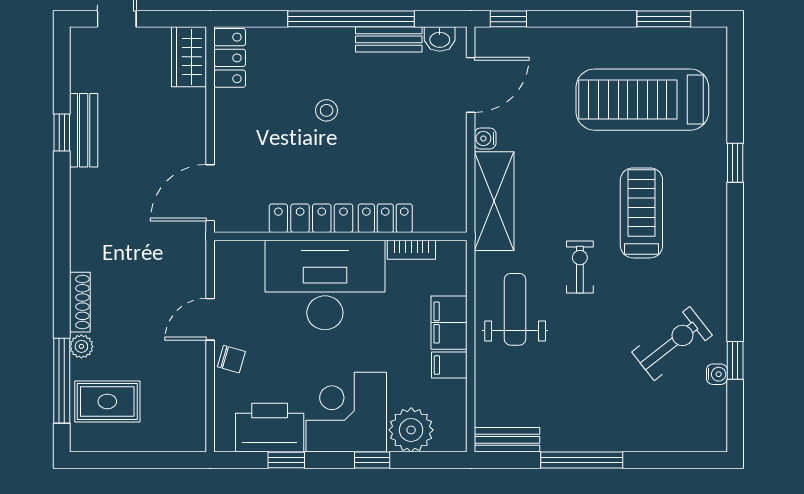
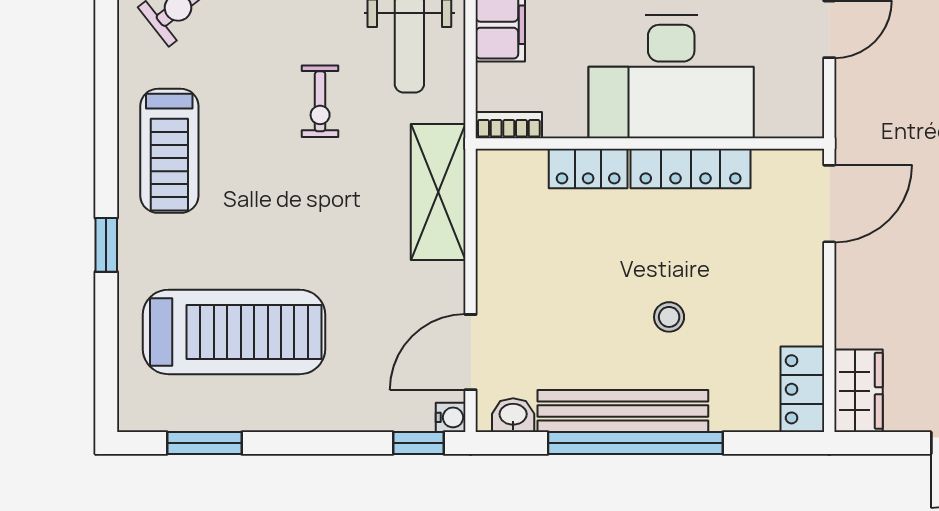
bench: (389, 39) -> (623, 411), width x1.86, depth x1.21
water cooler: (485, 138) -> (451, 417), moved
treadmill: (641, 213) -> (169, 151), moved
bookcase: (411, 250) -> (509, 125), moved

